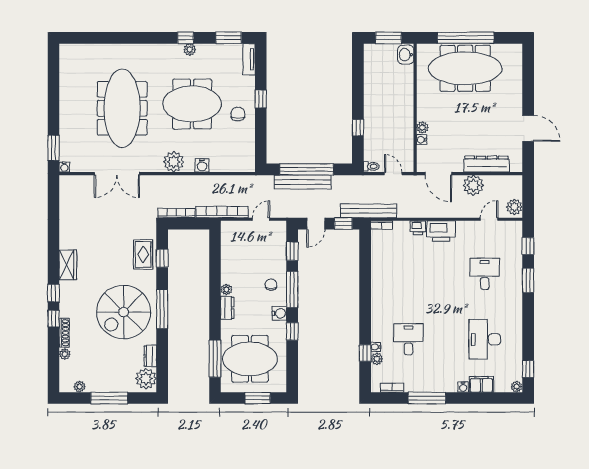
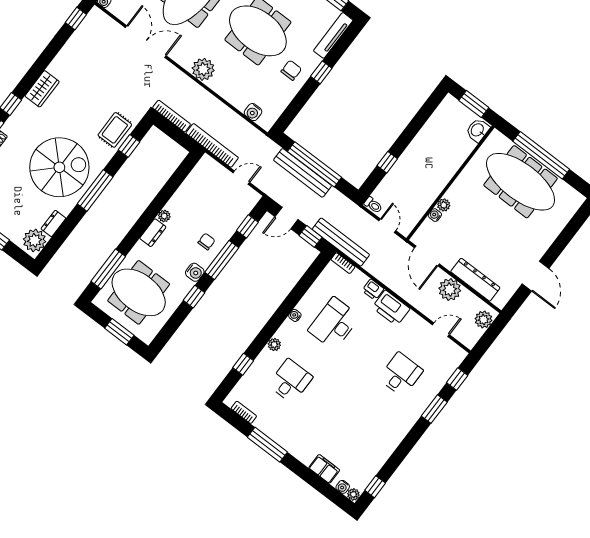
tv unit: (249, 59) -> (333, 35), width x1.41
water cooler: (202, 165) -> (253, 112), moved
double door: (117, 174) -> (146, 42), swing flipped
window: (54, 195) -> (76, 18), added
plant: (514, 207) -> (484, 320), moved
spiral stairs: (124, 312) -> (59, 167), turned 180
desk: (485, 339) -> (334, 324), moved
water cooler: (376, 347) -> (295, 315), moved
plant: (377, 359) -> (274, 345), moved
water cooler: (463, 387) -> (343, 487), moved

